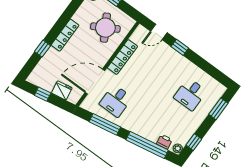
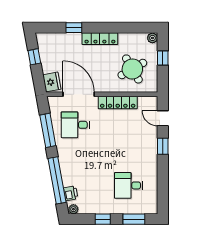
fridge: (62, 90) -> (52, 82), moved
window: (194, 142) -> (103, 219), moved

